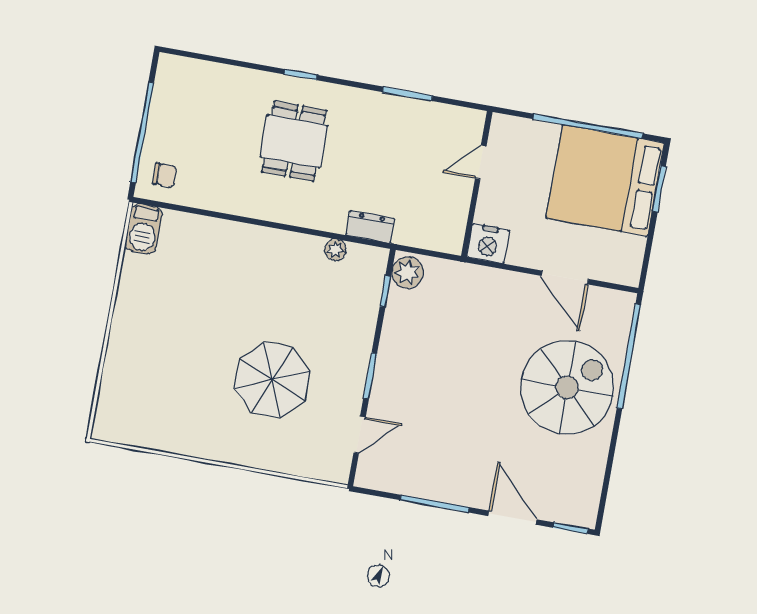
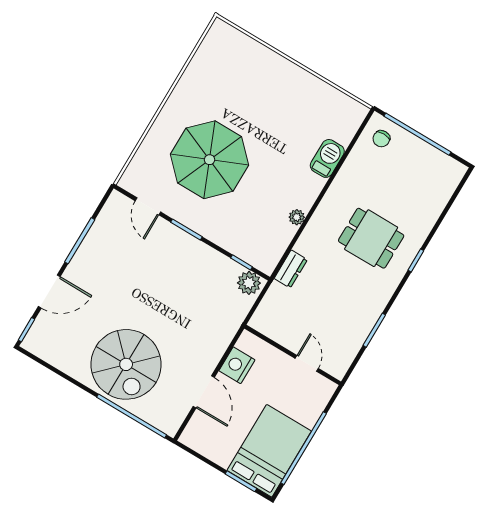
bed: (605, 180) -> (269, 451), width x0.73
barbecue: (144, 229) -> (327, 158), moved, turned 90
nightstand: (488, 244) -> (237, 365), moved
plant: (335, 250) -> (297, 217), moved
door: (565, 277) -> (204, 392), swing flipped
parasol: (272, 380) -> (210, 160), width x1.36, depth x1.36

